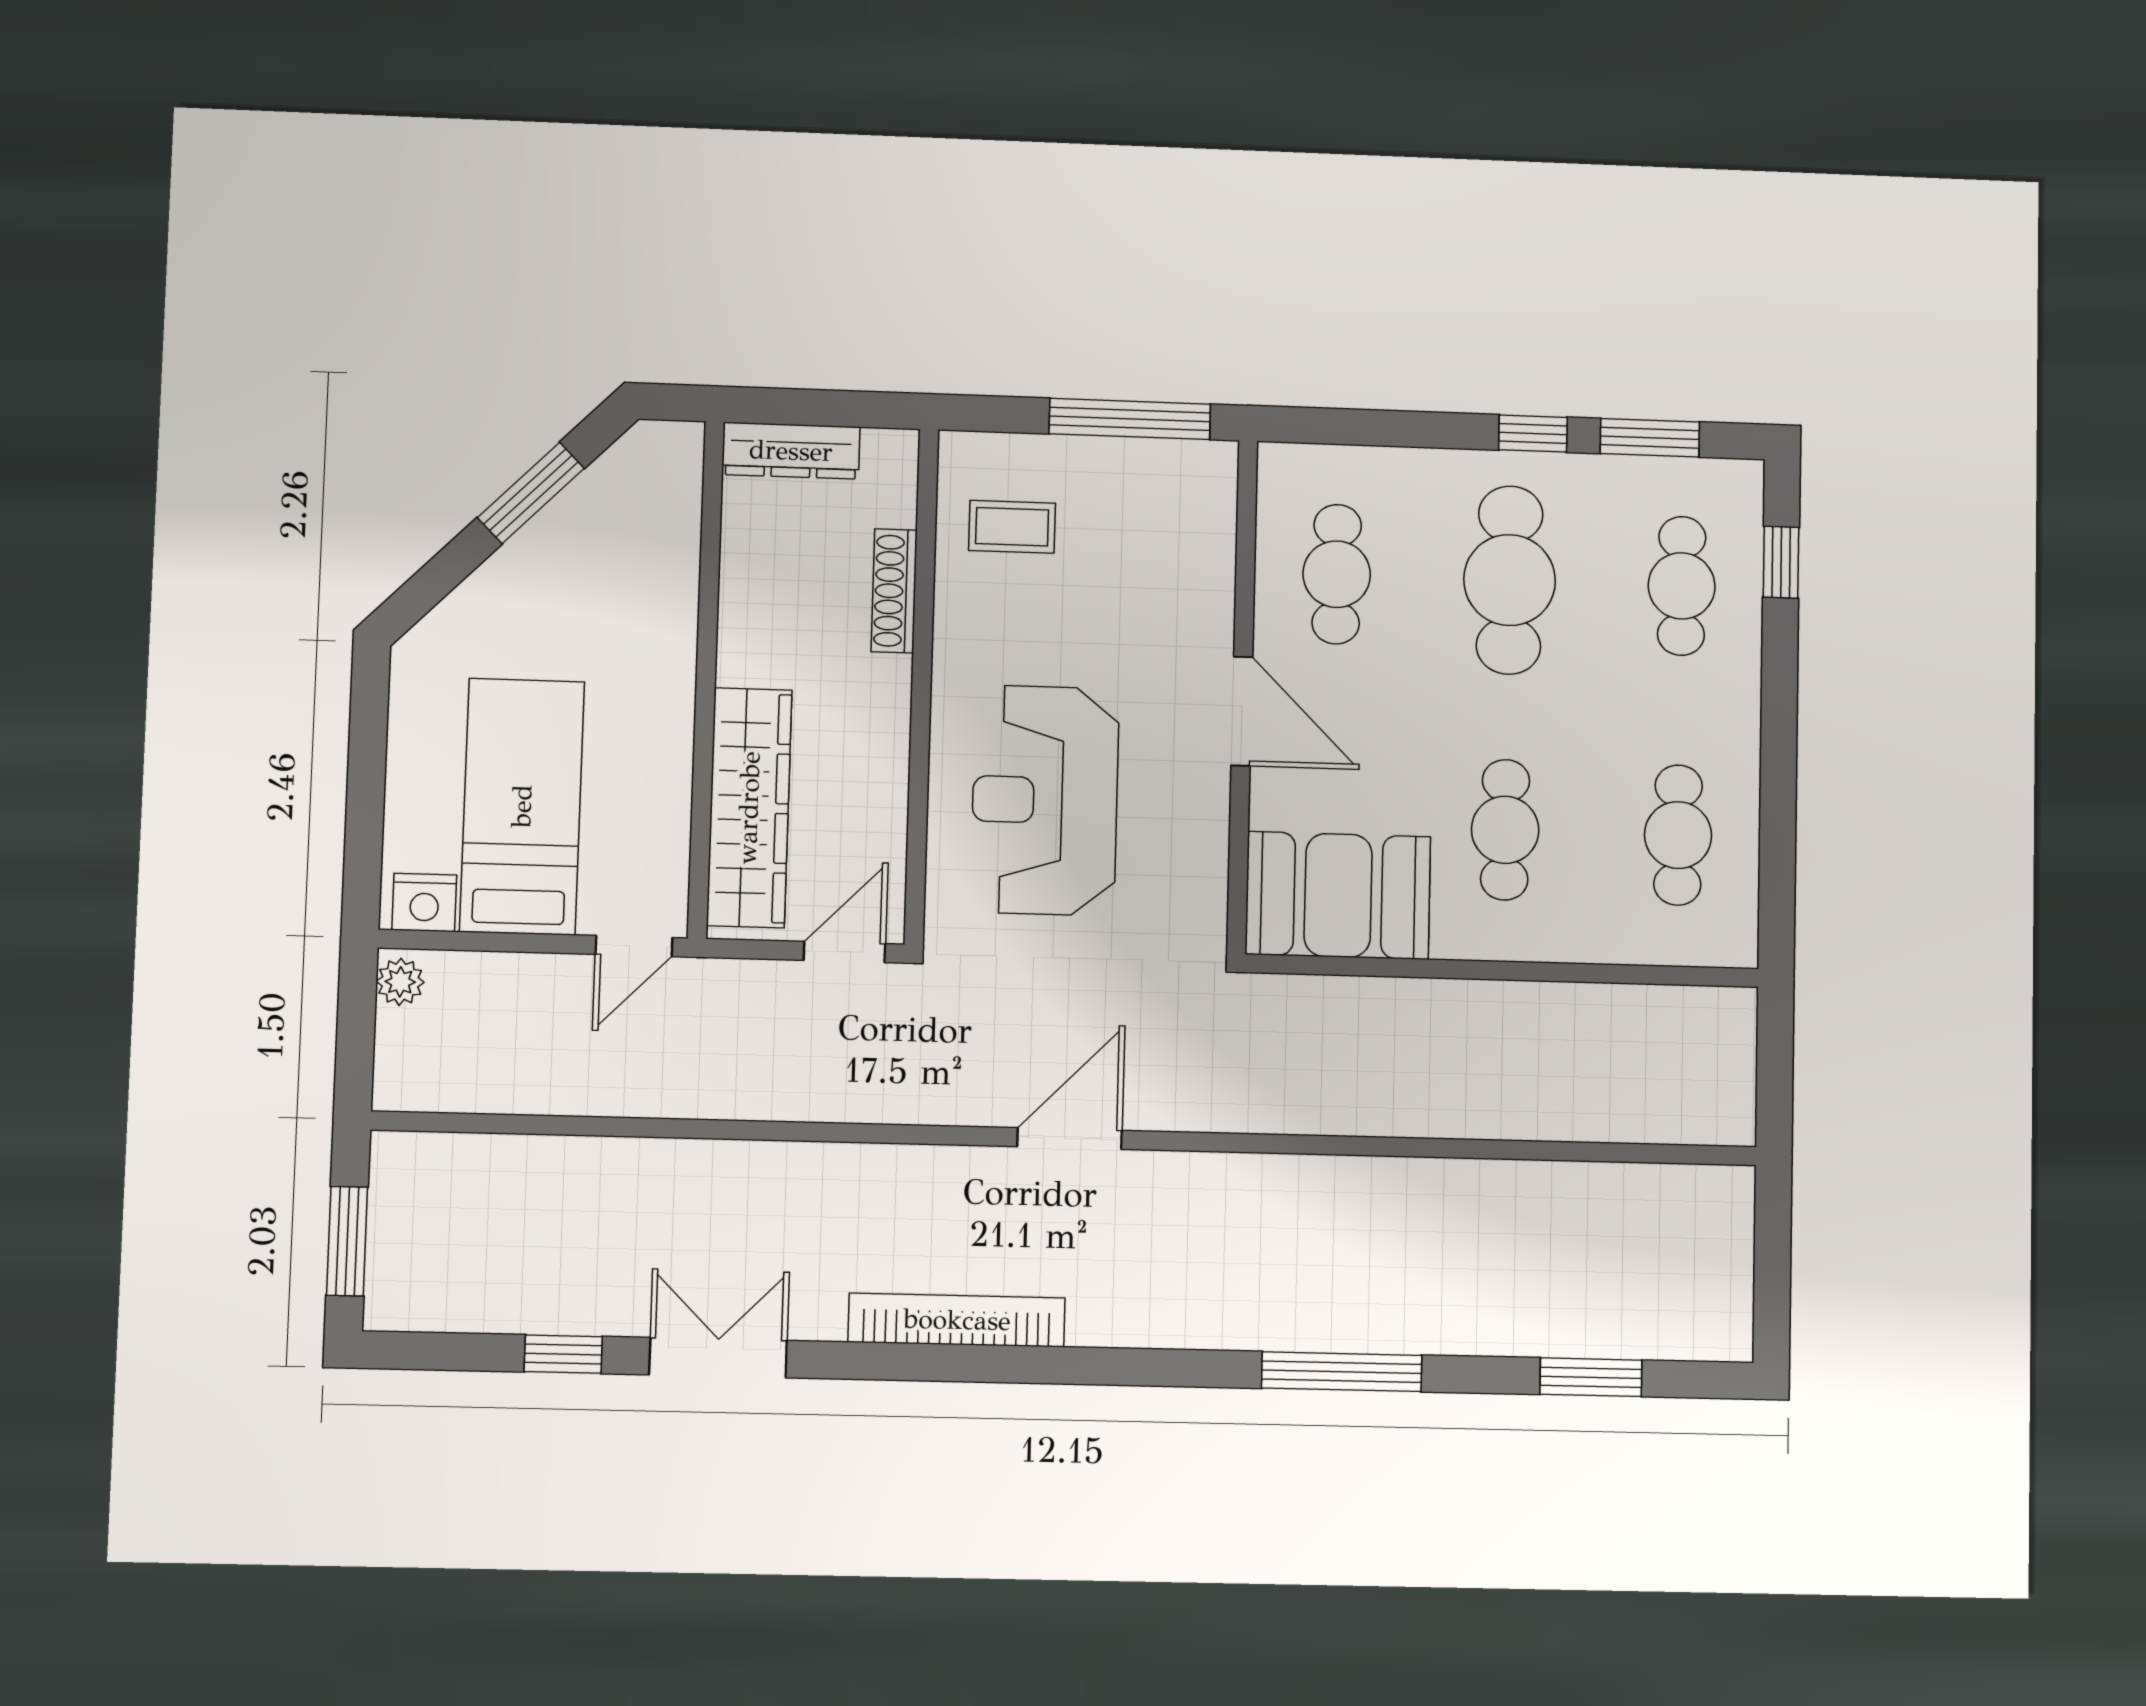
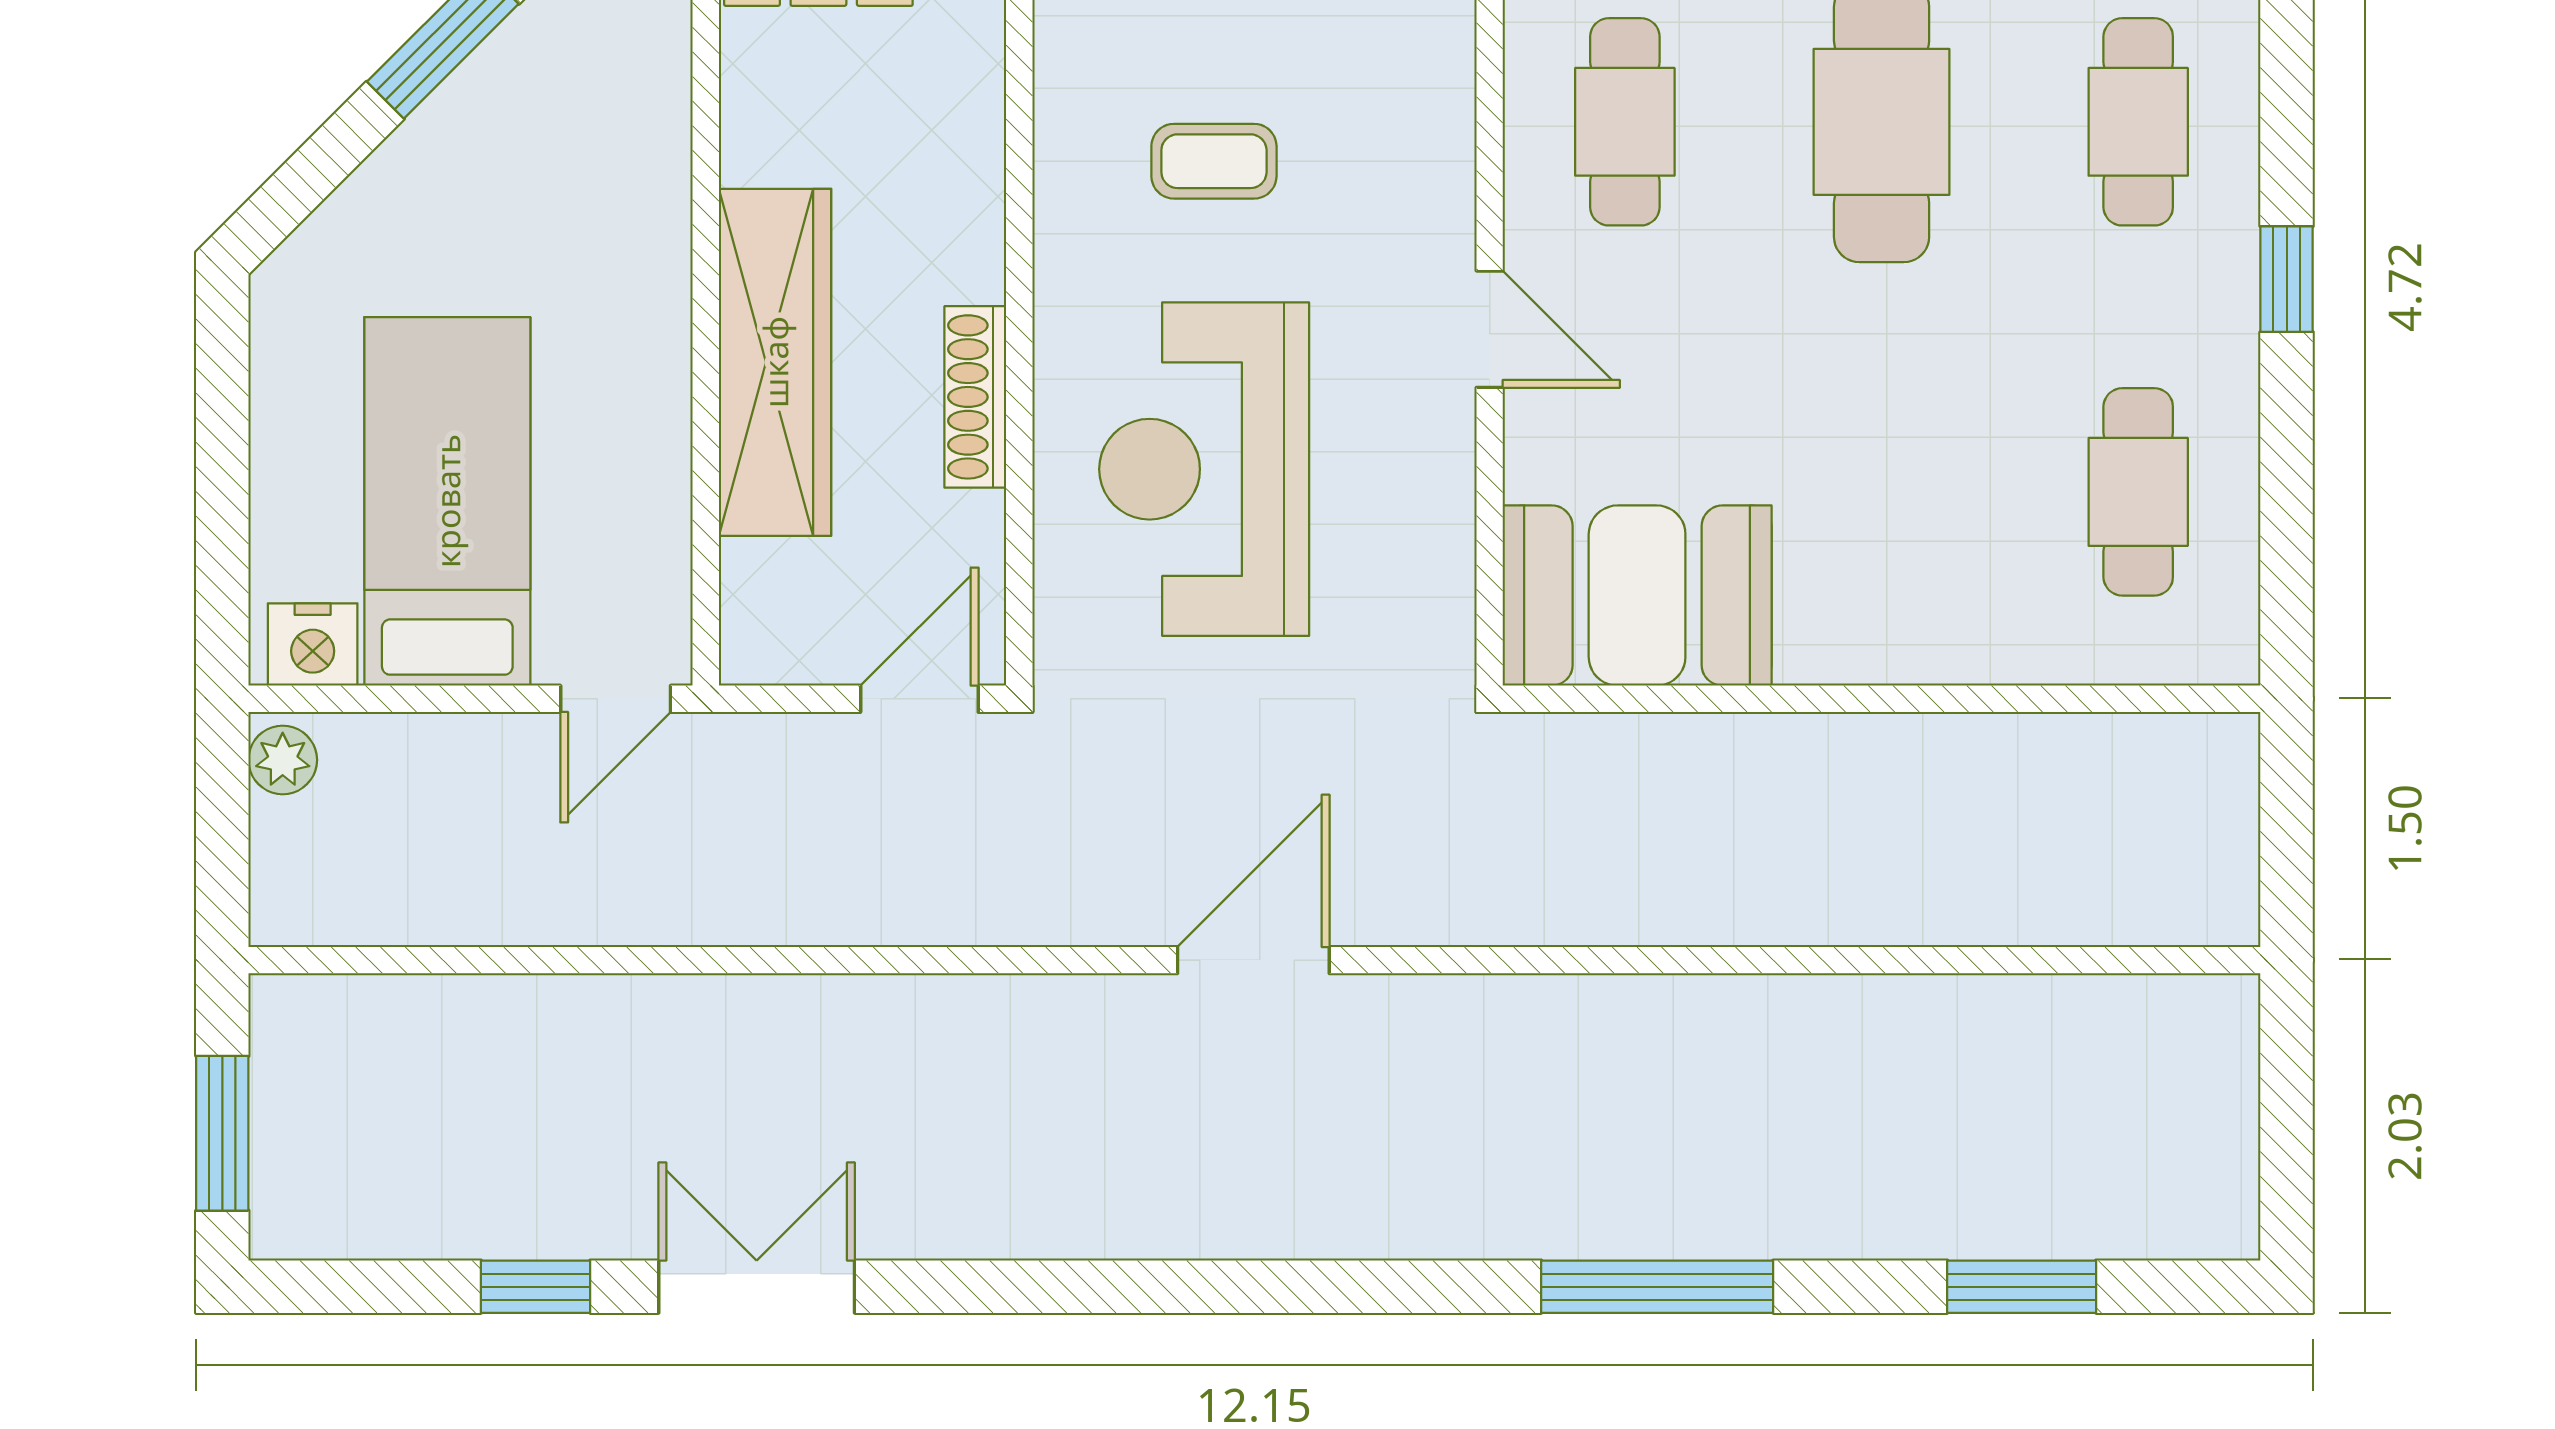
coffee table: (1012, 527) -> (1214, 161), moved
window: (1781, 562) -> (2287, 279), moved
shoe rack: (894, 591) -> (975, 397), moved
door: (1242, 711) -> (1490, 329), width x0.73
wardrobe: (749, 808) -> (775, 362), moved
cafe table: (1505, 830) -> (1882, 492), removed
bookcase: (957, 1320) -> (1097, 1225), removed

